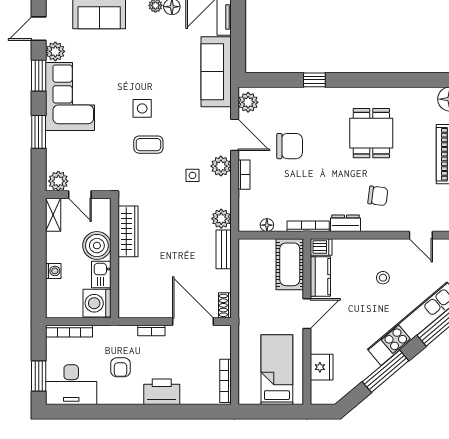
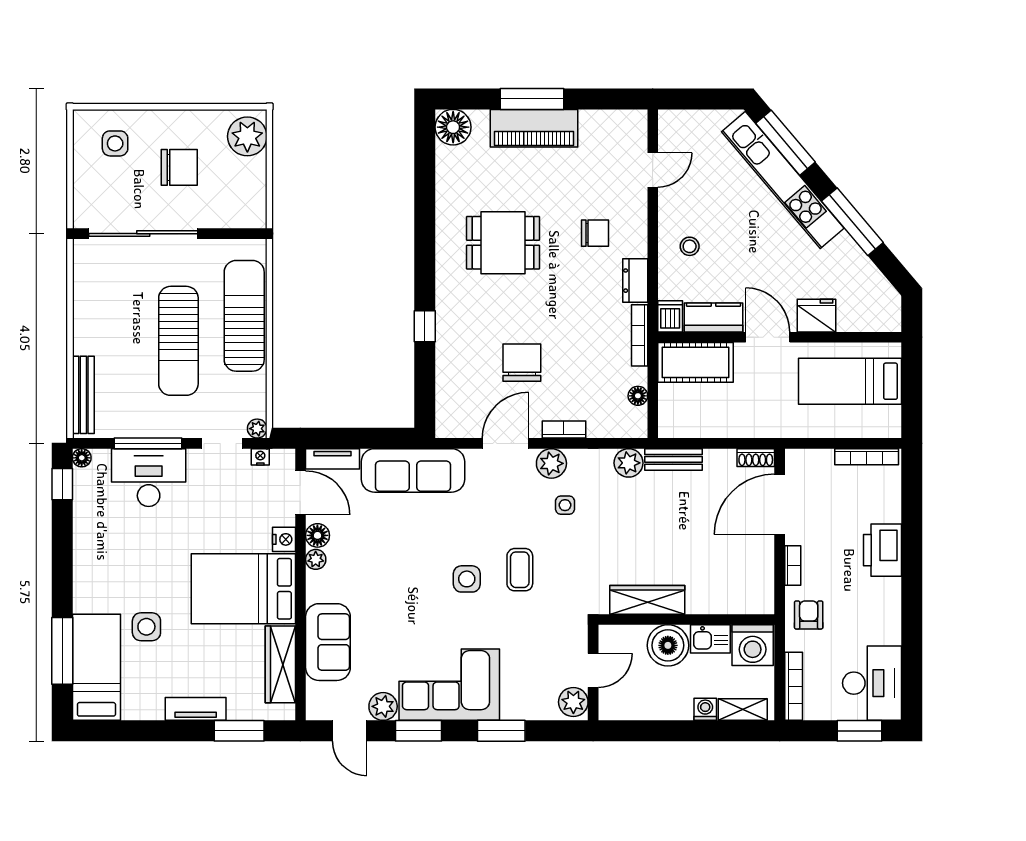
plant: (248, 102) -> (458, 423), removed
chair: (378, 196) -> (595, 233), turned 83
shelving: (53, 215) -> (743, 710), moved
stool: (383, 278) -> (690, 246), moved
armchair: (121, 367) -> (809, 615), moved, turned -90
fridge: (322, 367) -> (816, 316), moved

